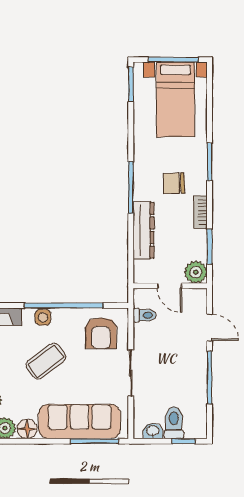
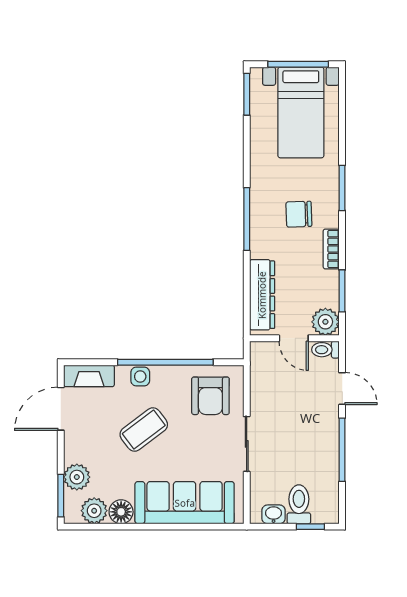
dresser: (144, 230) -> (262, 295), moved
toilet: (145, 315) -> (325, 350), moved, turned 180
window: (94, 441) -> (203, 527), removed

